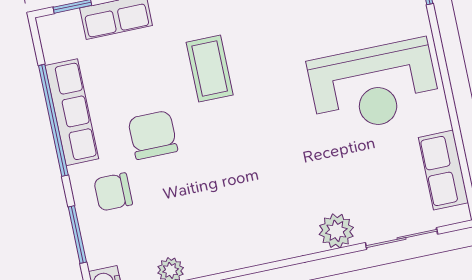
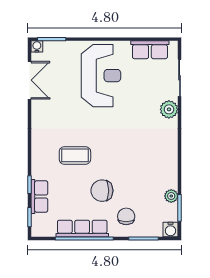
chair: (113, 192) -> (126, 216), turned 180

